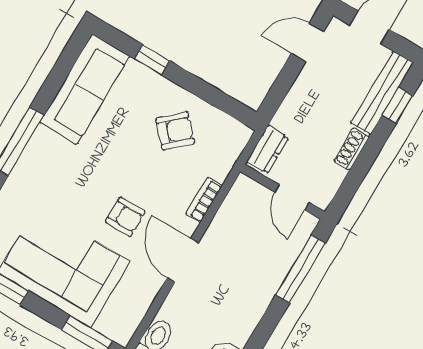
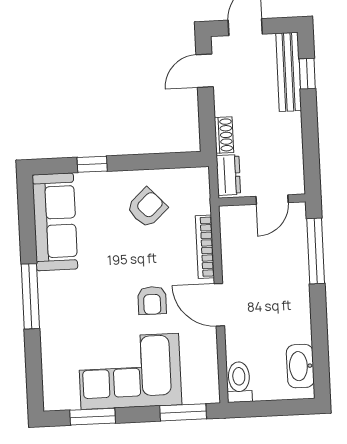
shoe rack: (351, 149) -> (224, 135), moved, turned 180
door: (292, 197) -> (272, 200), hinge flipped
bookcase: (204, 200) -> (205, 247), width x1.56
armchair: (125, 217) -> (152, 300), turned 90

